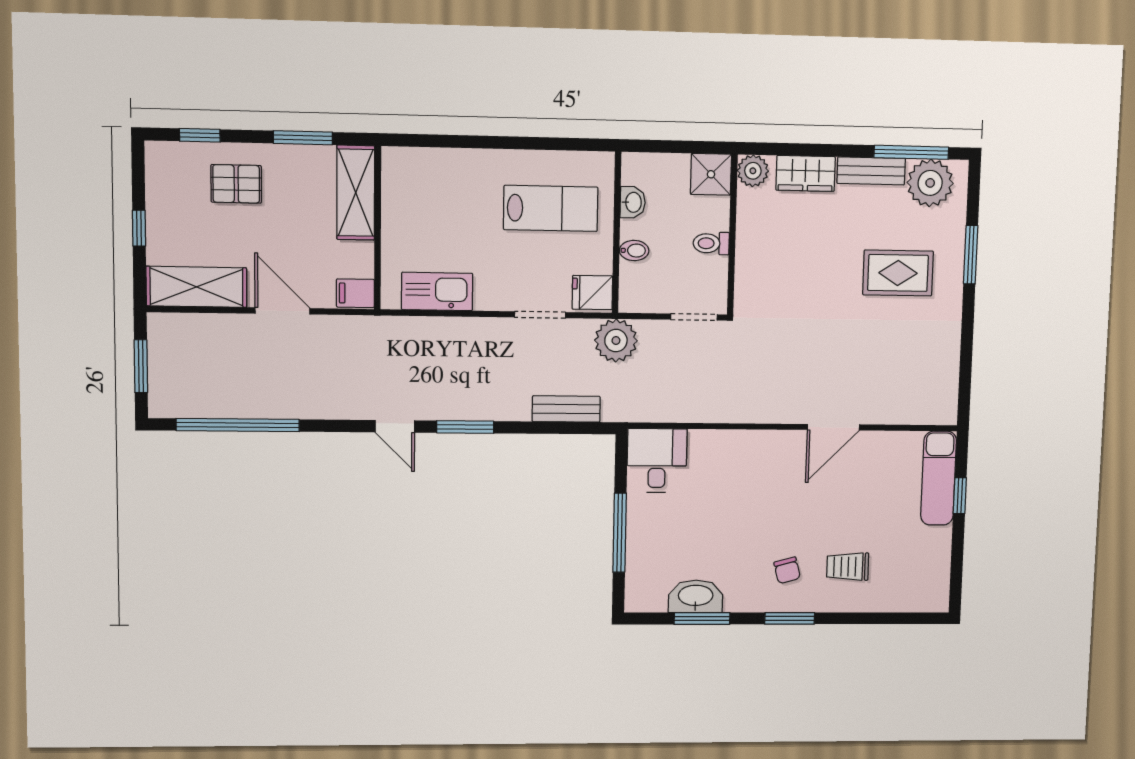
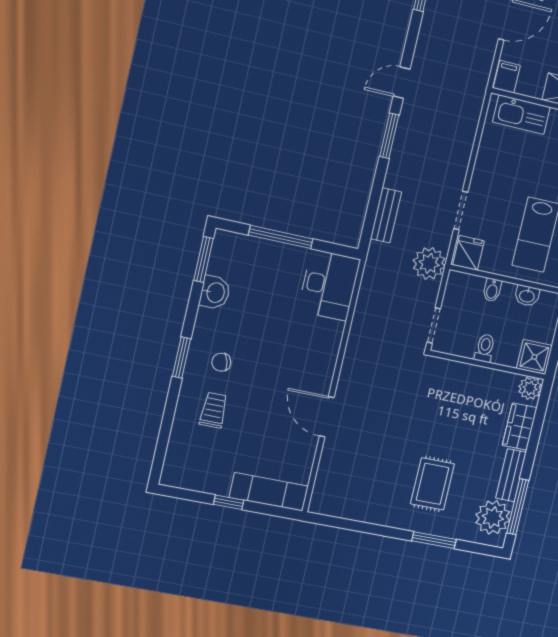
kitchen sink: (437, 291) -> (521, 115), moved, turned 90
desk: (657, 461) -> (329, 285), width x1.37
window: (960, 496) -> (229, 502), moved
washbasin: (696, 596) -> (215, 292), width x0.72
window: (702, 618) -> (203, 259), moved

